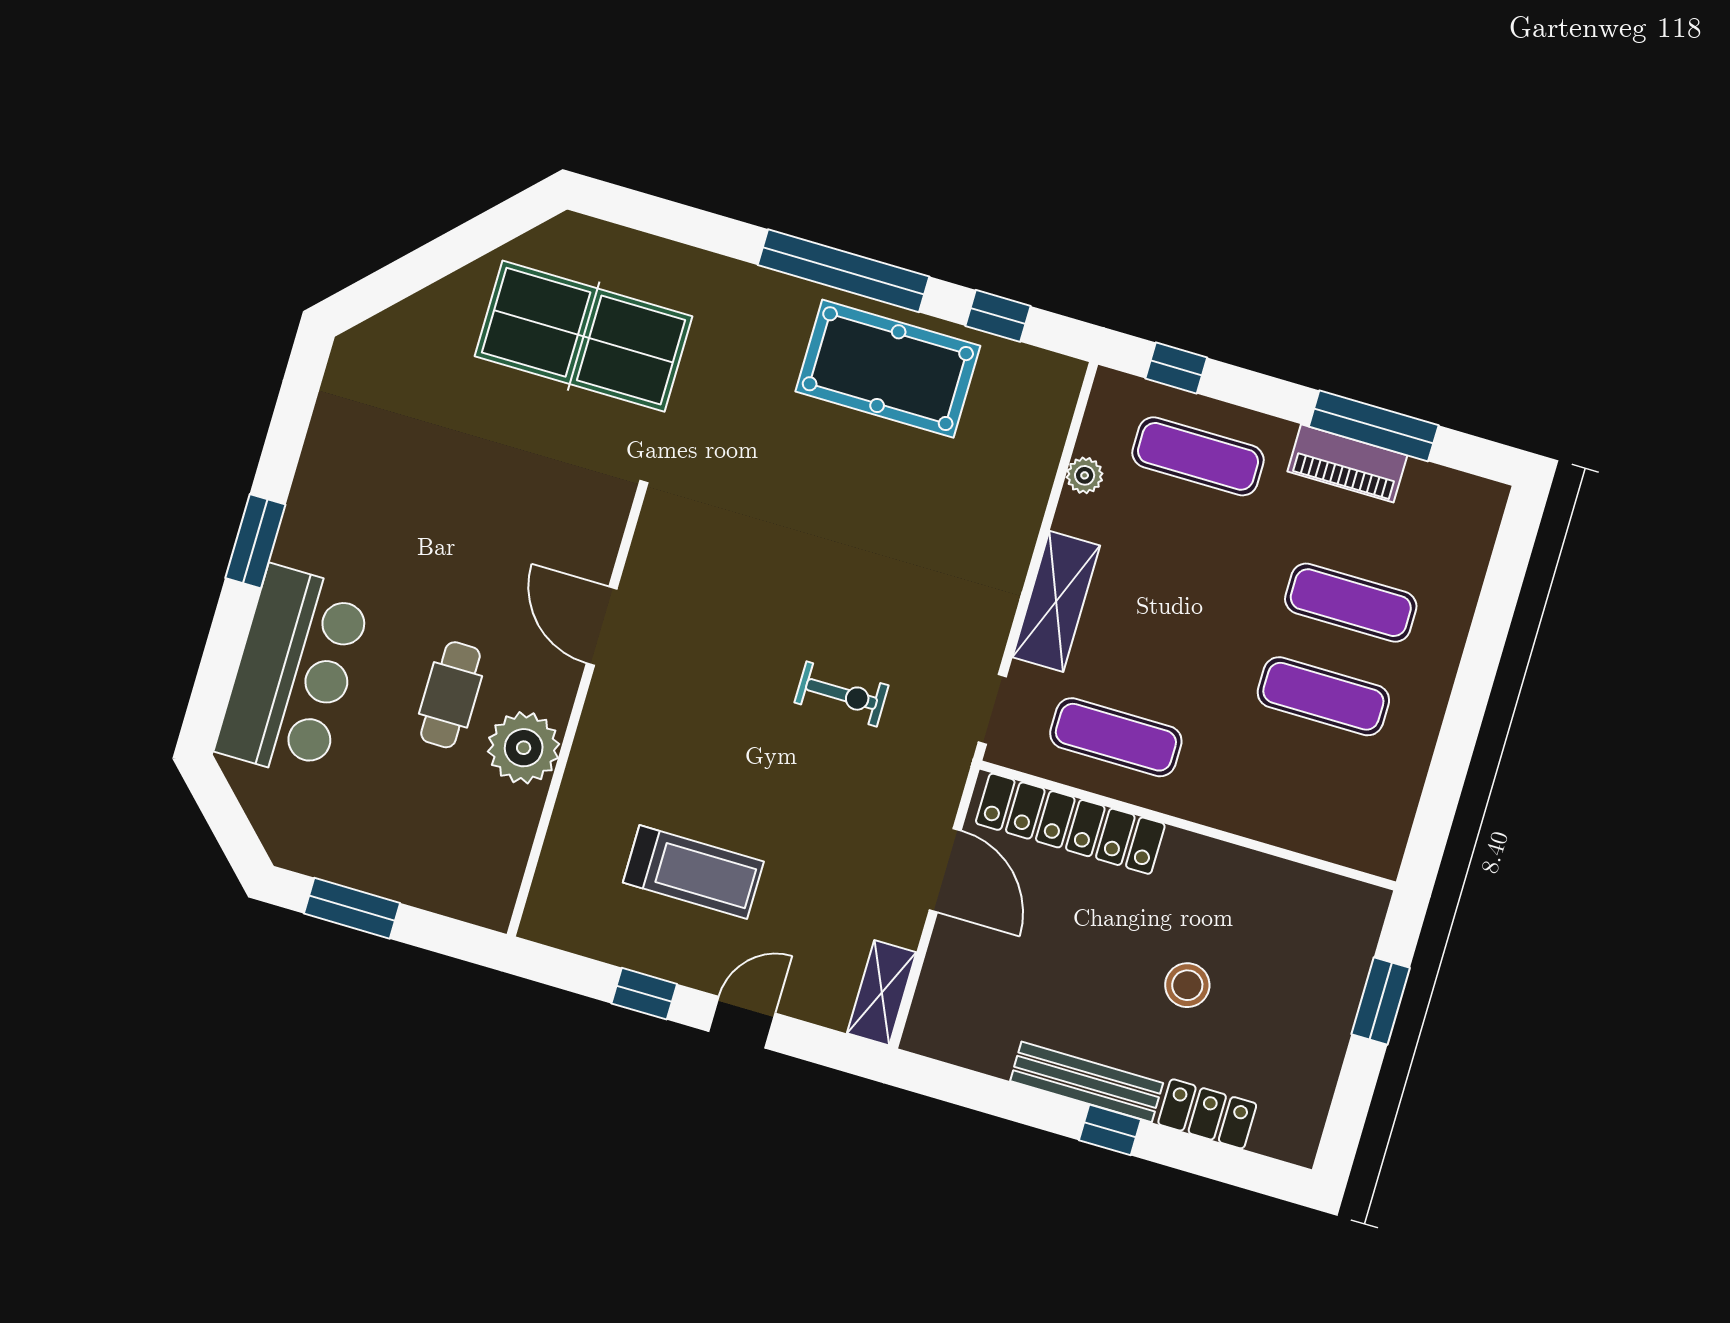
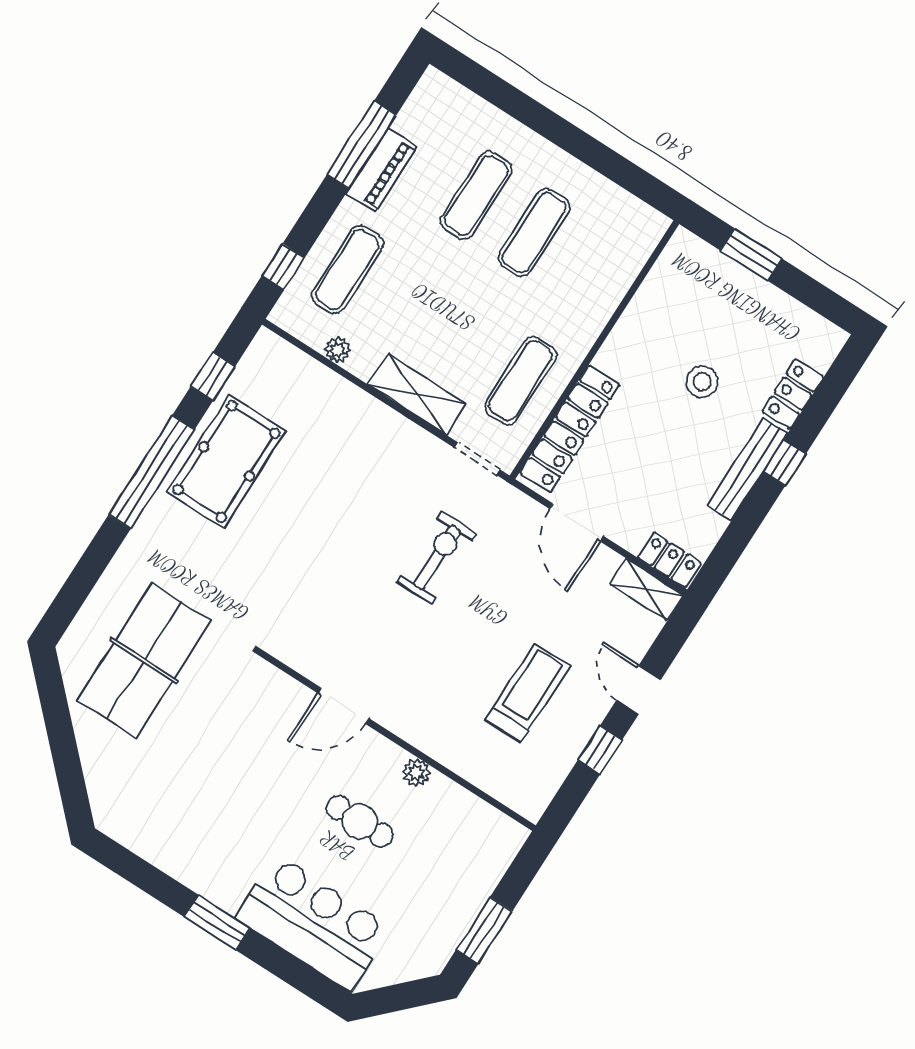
exercise bike: (842, 694) -> (437, 557), width x1.38, depth x1.39
plant: (524, 748) -> (416, 773), width x0.53, depth x0.53
door: (945, 870) -> (576, 522), swing flipped
locker: (931, 1012) -> (669, 560), added

